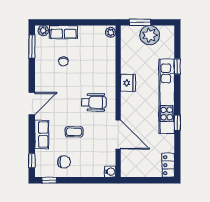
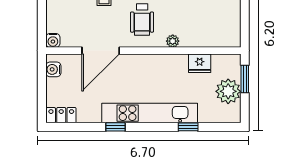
plant: (111, 32) -> (173, 41), moved
fridge: (128, 83) -> (200, 63), moved
water cooler: (133, 171) -> (53, 69), added

